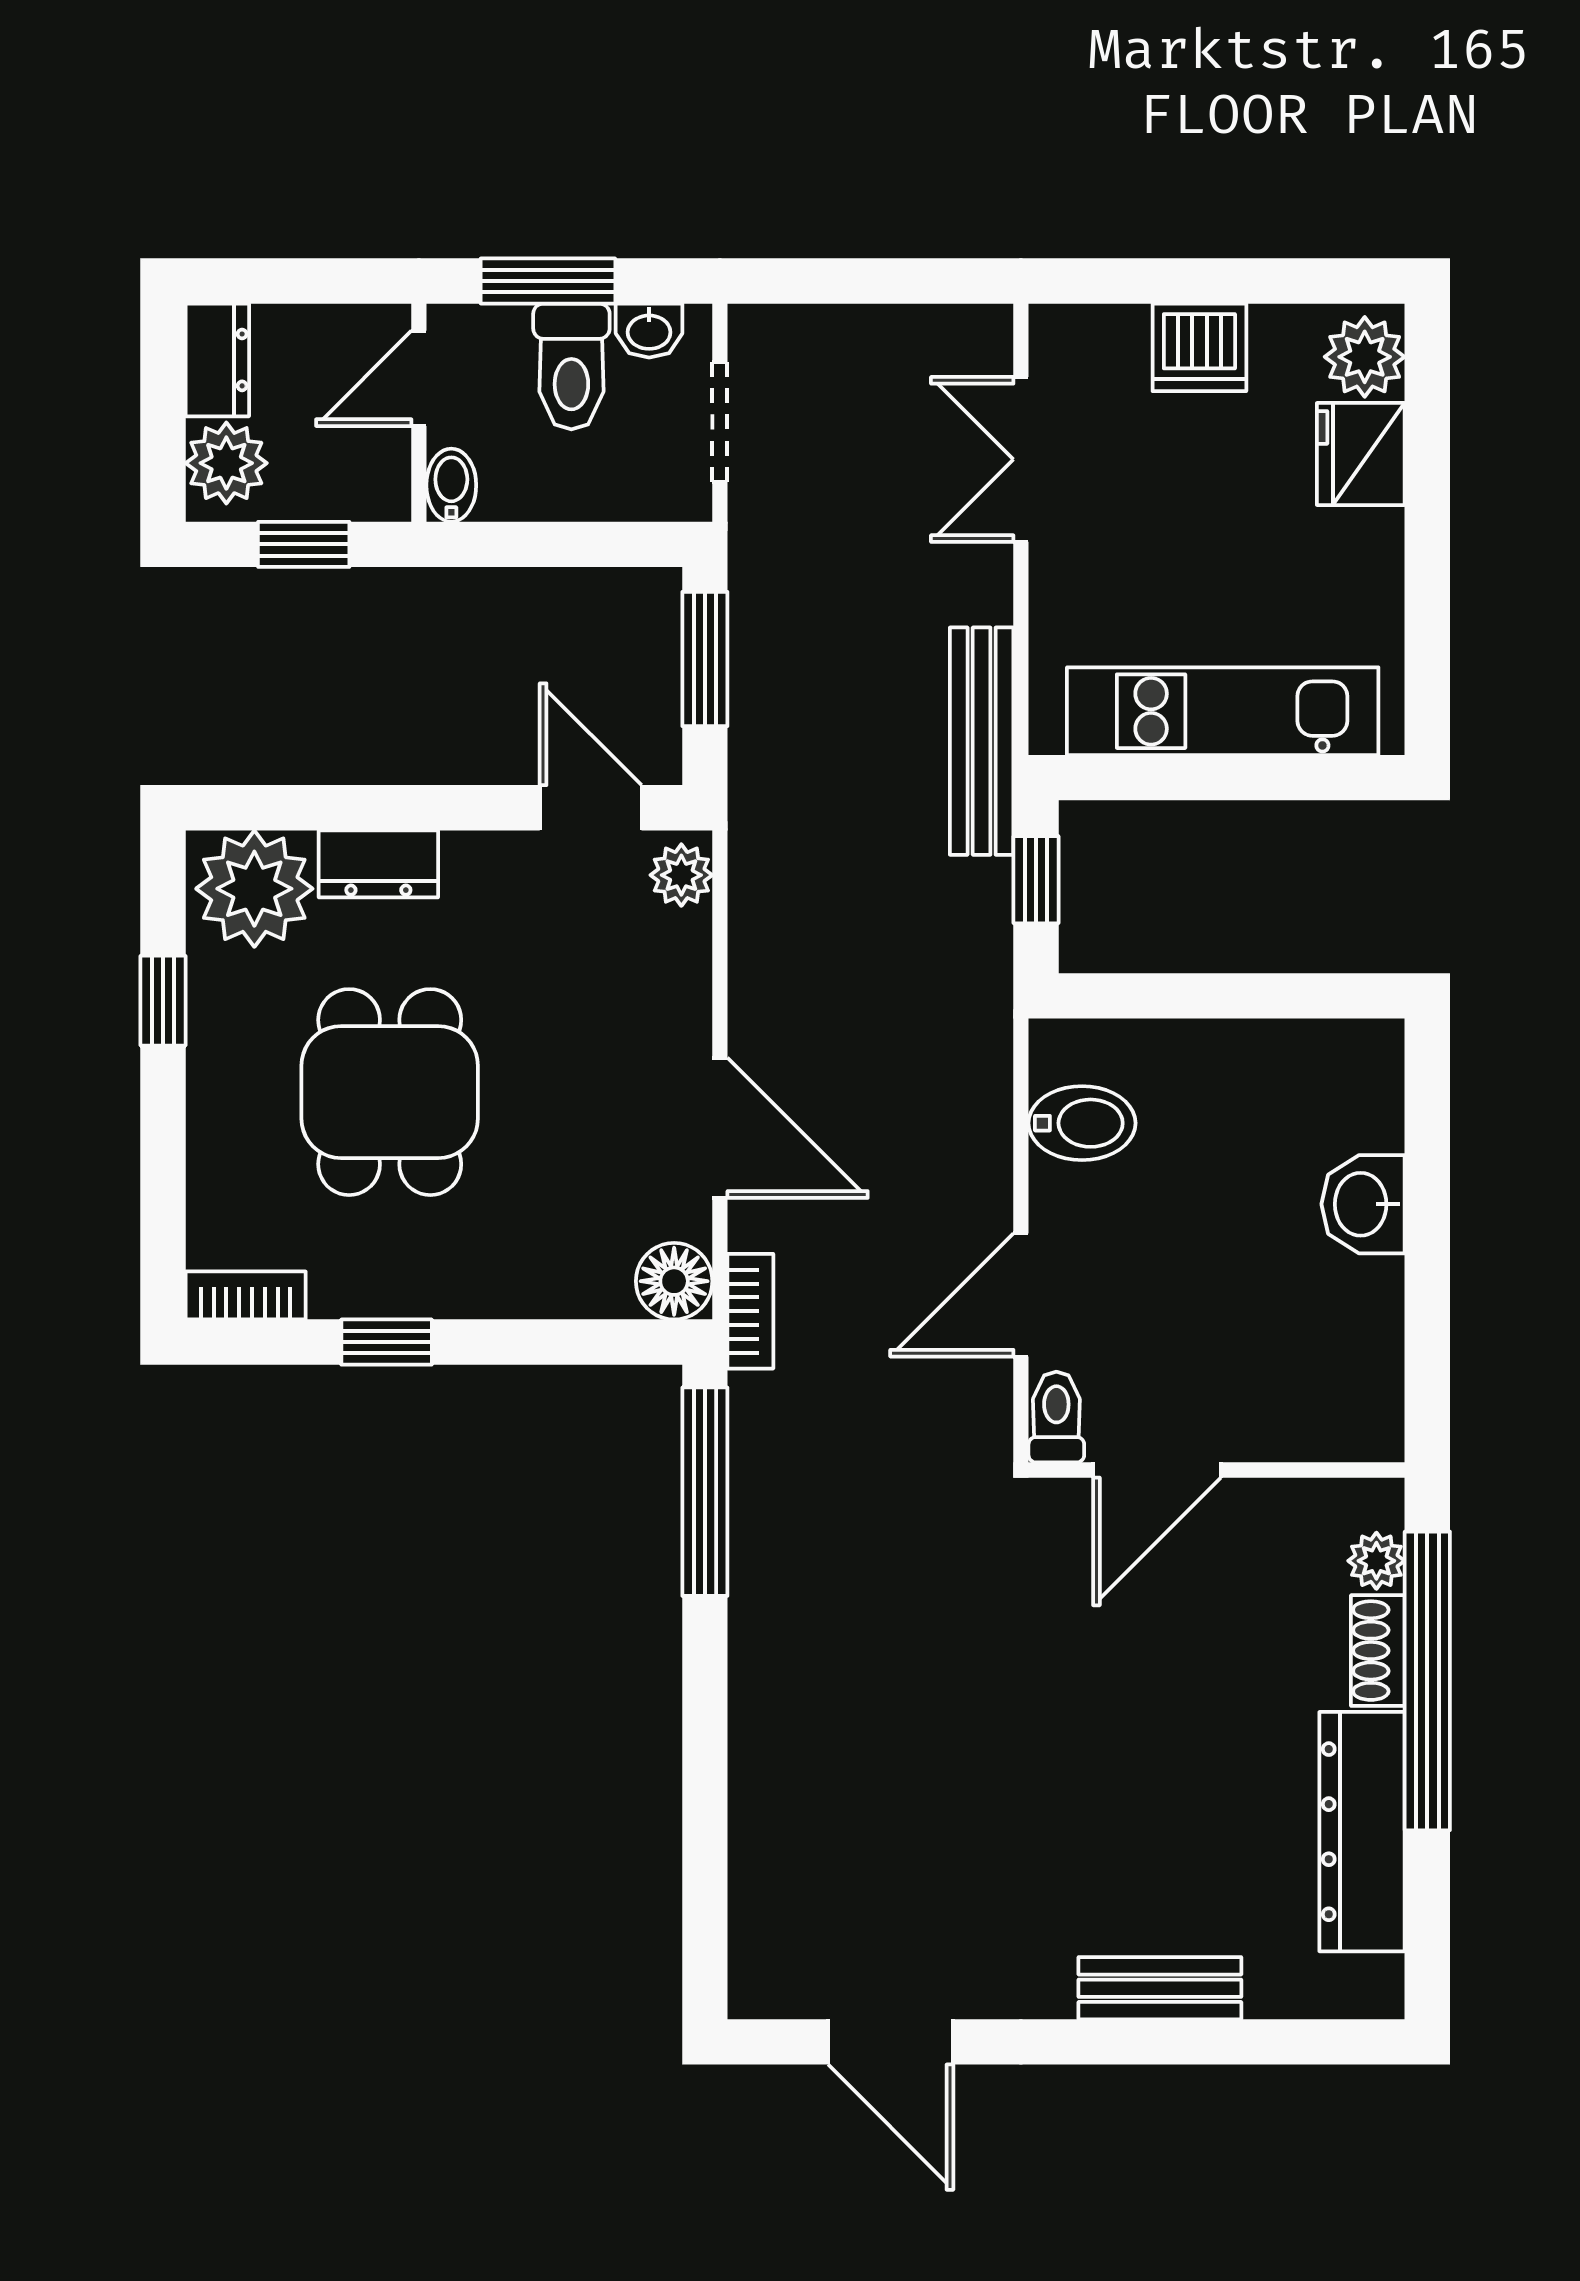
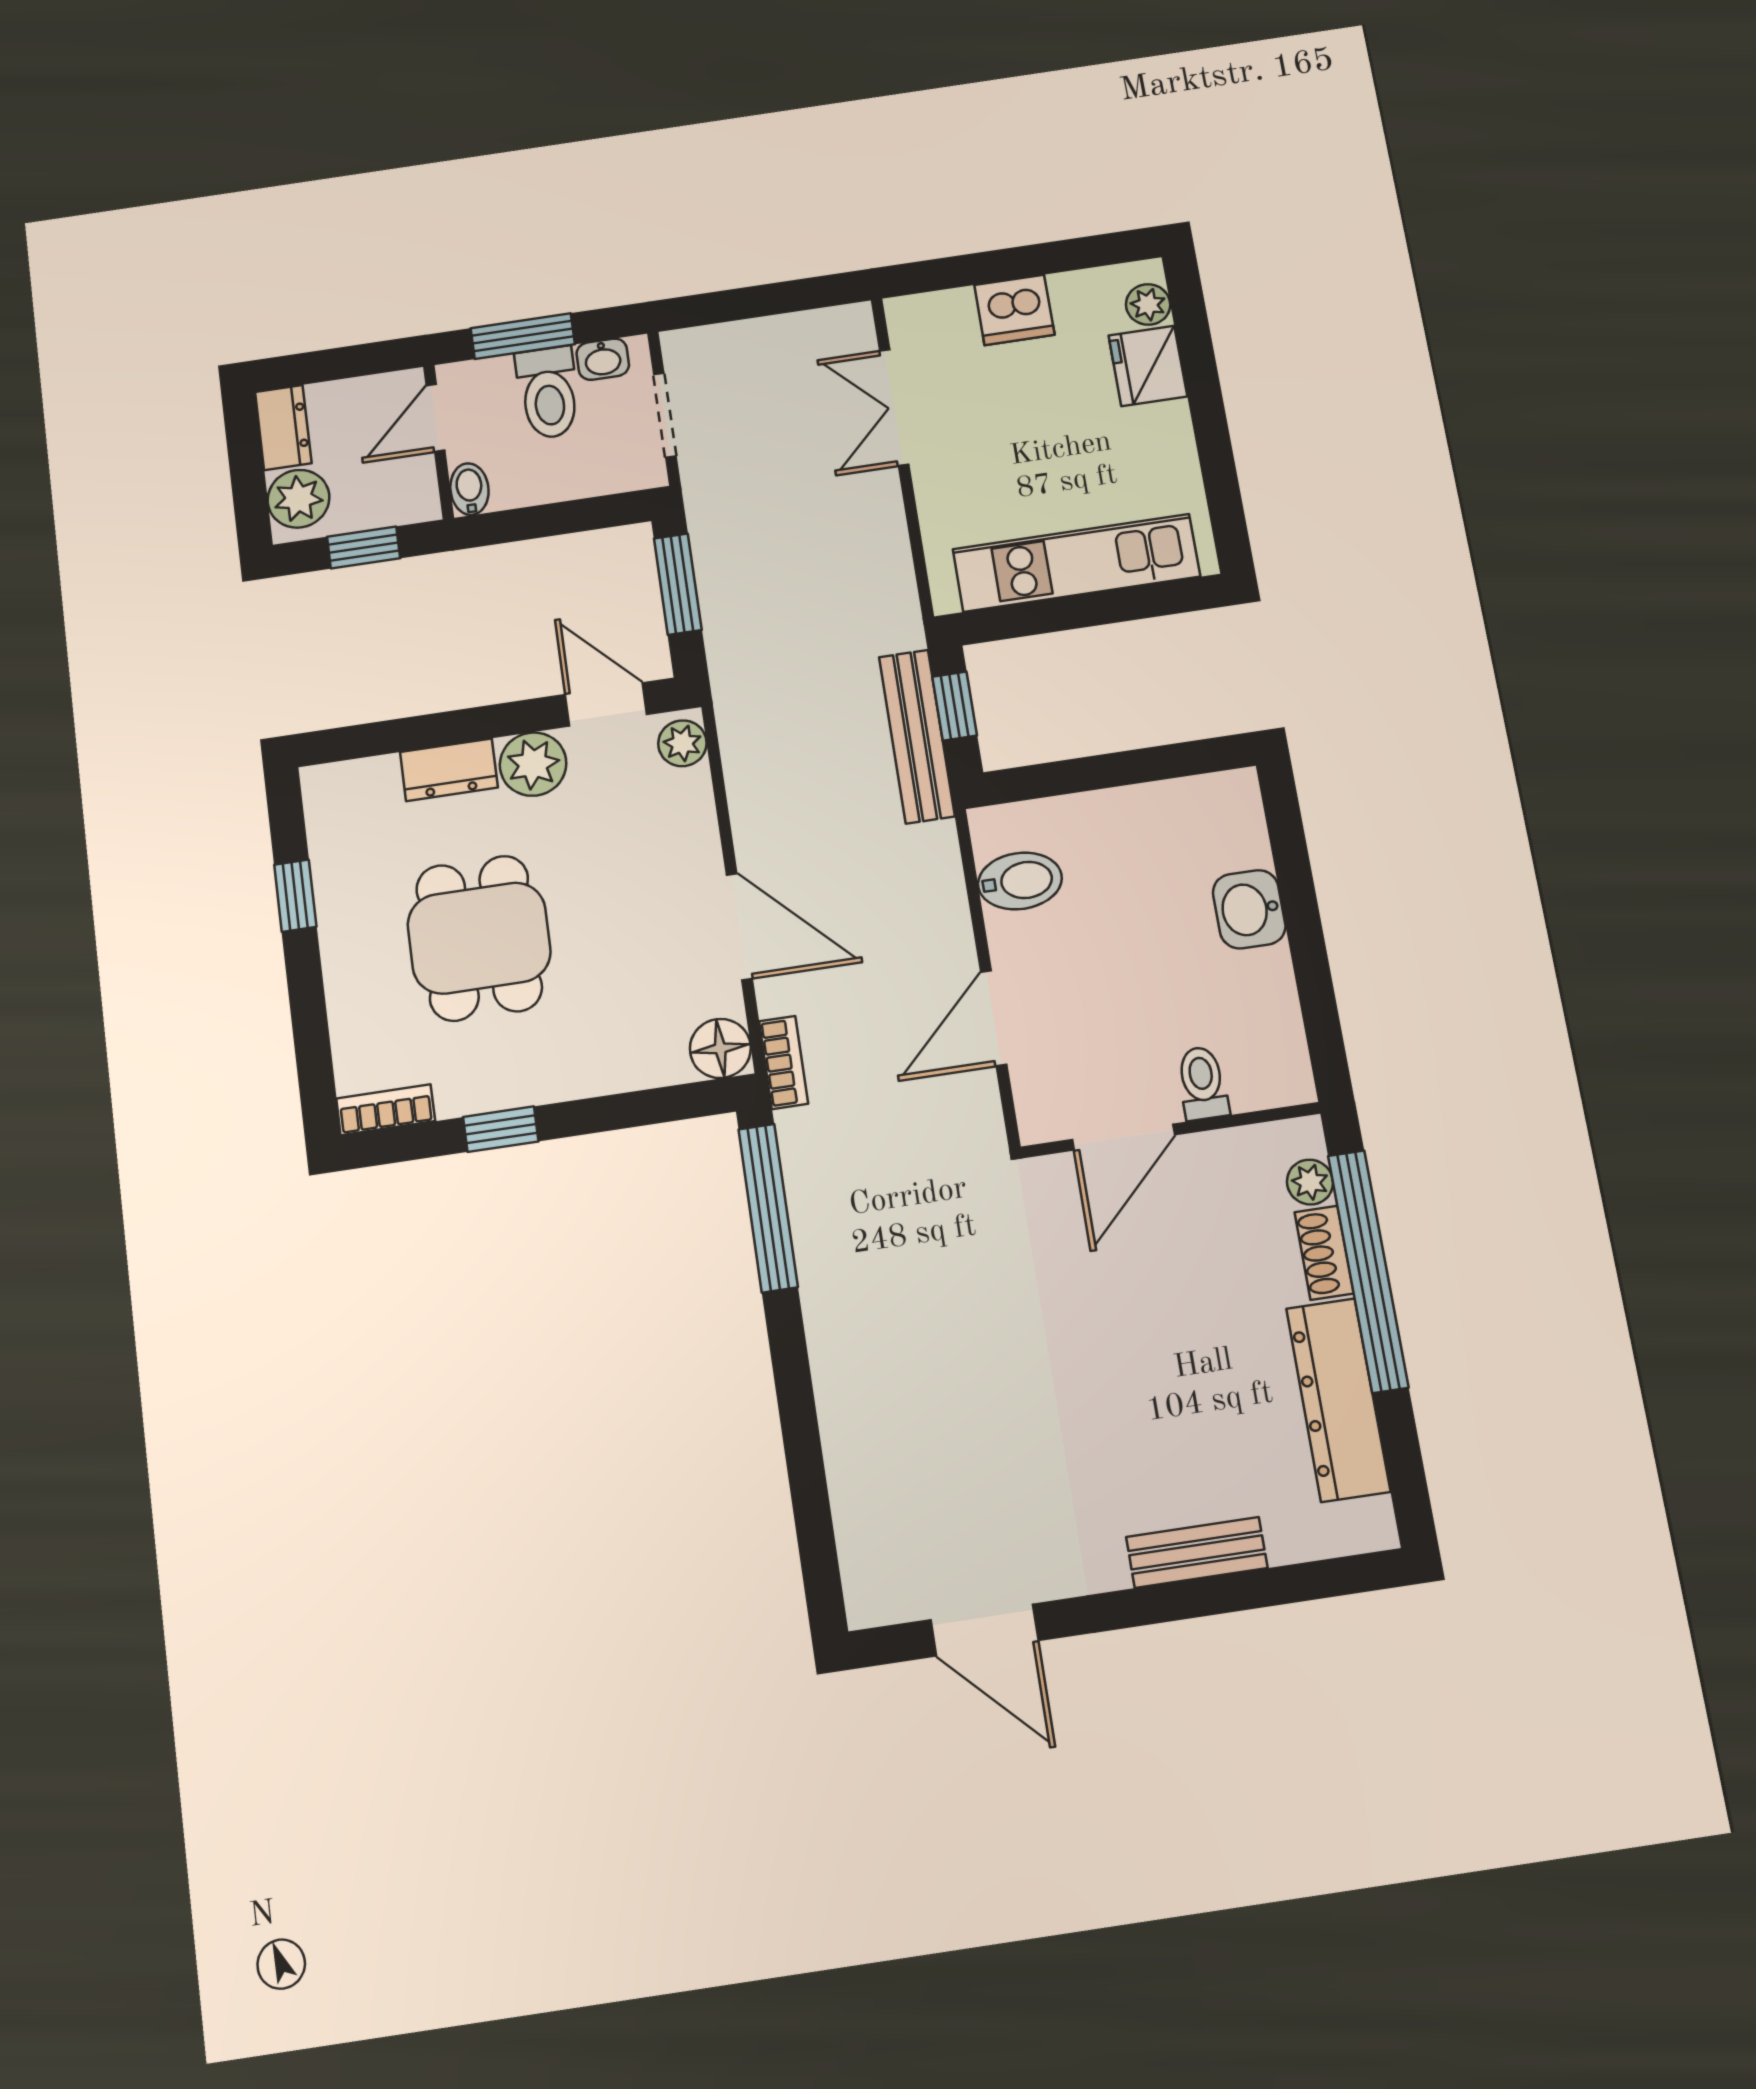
plant: (1365, 357) -> (1148, 304), width x0.73, depth x0.73
bench: (982, 741) -> (917, 736), moved
plant: (254, 889) -> (533, 764), moved, width x0.73, depth x0.73
toilet: (1056, 1417) -> (1202, 1083), moved

